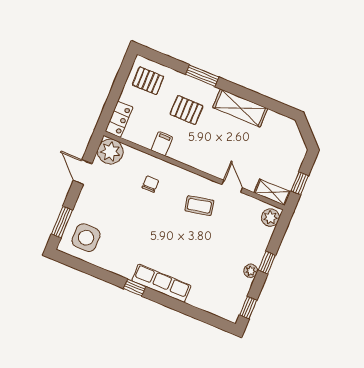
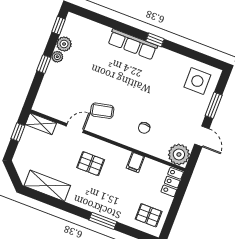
shelving: (240, 108) -> (47, 186), moved
pallet: (186, 110) -> (91, 164), moved
door: (232, 186) -> (75, 128), swing flipped
plant: (270, 218) -> (64, 44), moved
window: (62, 222) -> (214, 105), moved

